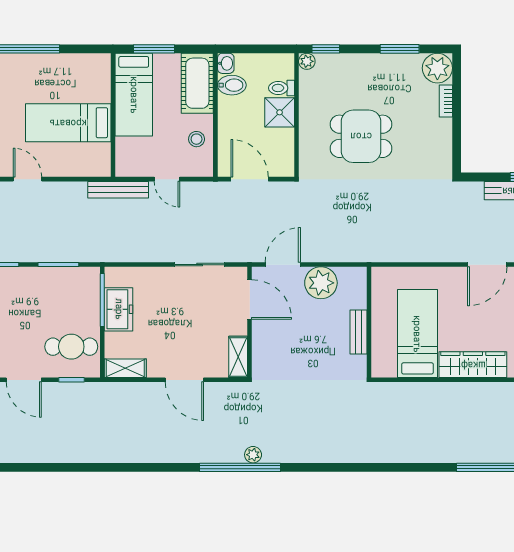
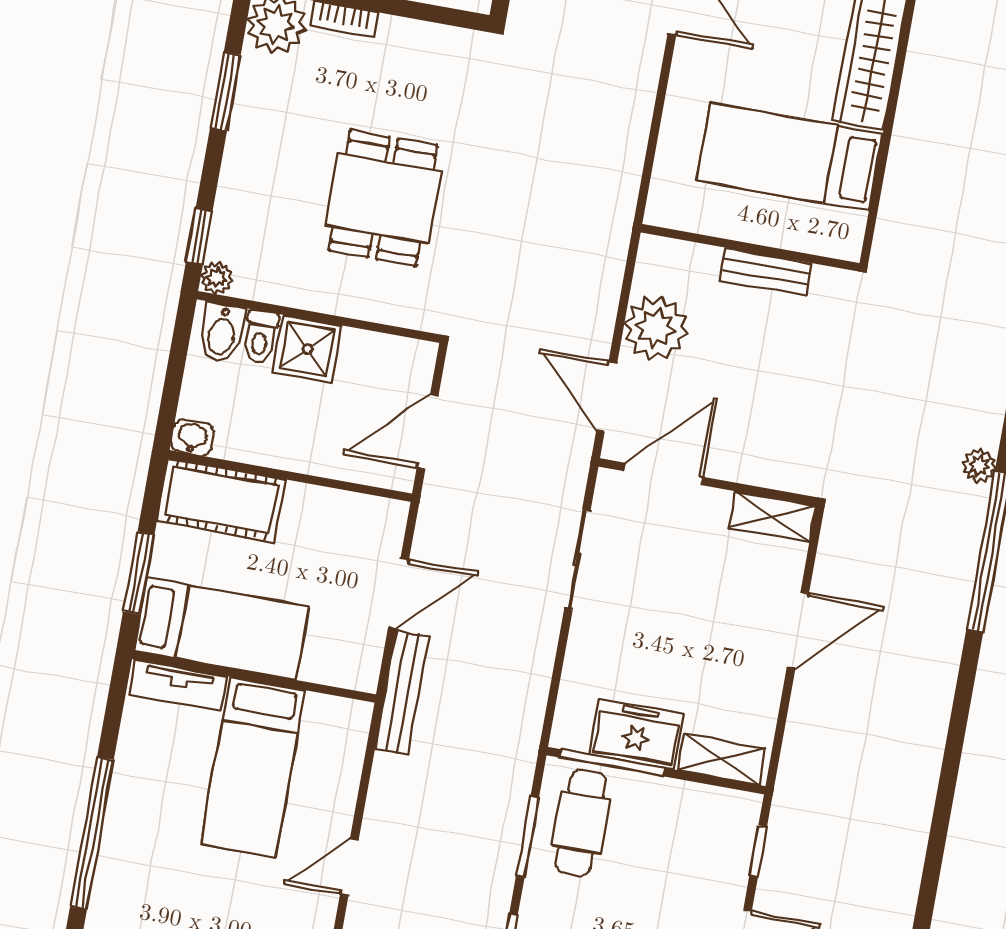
tv unit: (102, 78) -> (178, 685), added
bidet: (232, 85) -> (222, 333), moved, turned 180
stool: (197, 139) -> (330, 521), removed
door: (167, 179) -> (399, 593), width x1.38
cafe table: (71, 347) -> (581, 823), moved
shelving: (125, 368) -> (722, 759), moved, turned 90
plant: (253, 455) -> (979, 466), moved

